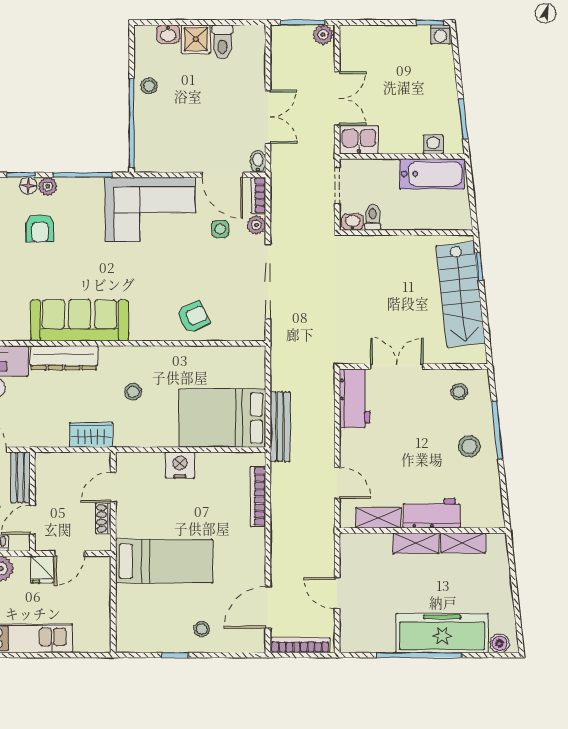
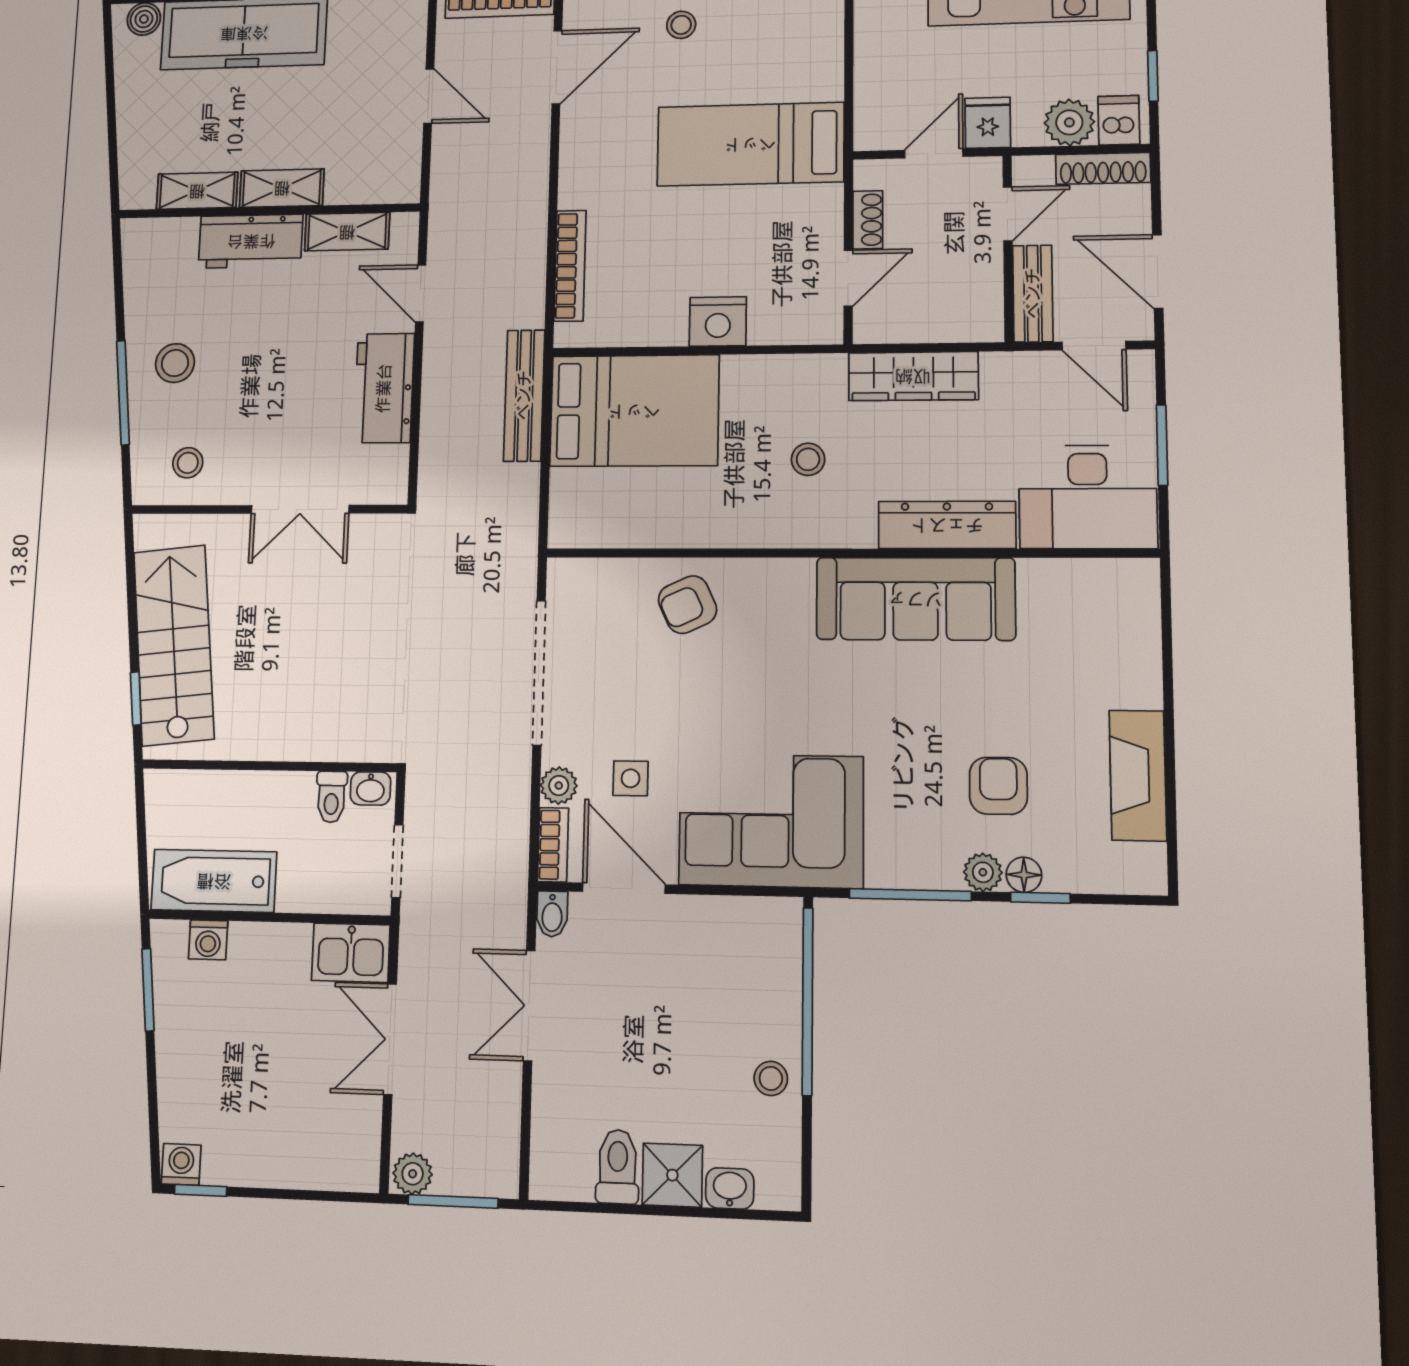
workbench: (355, 398) -> (384, 388), moved
wardrobe: (91, 435) -> (913, 376), width x1.50

